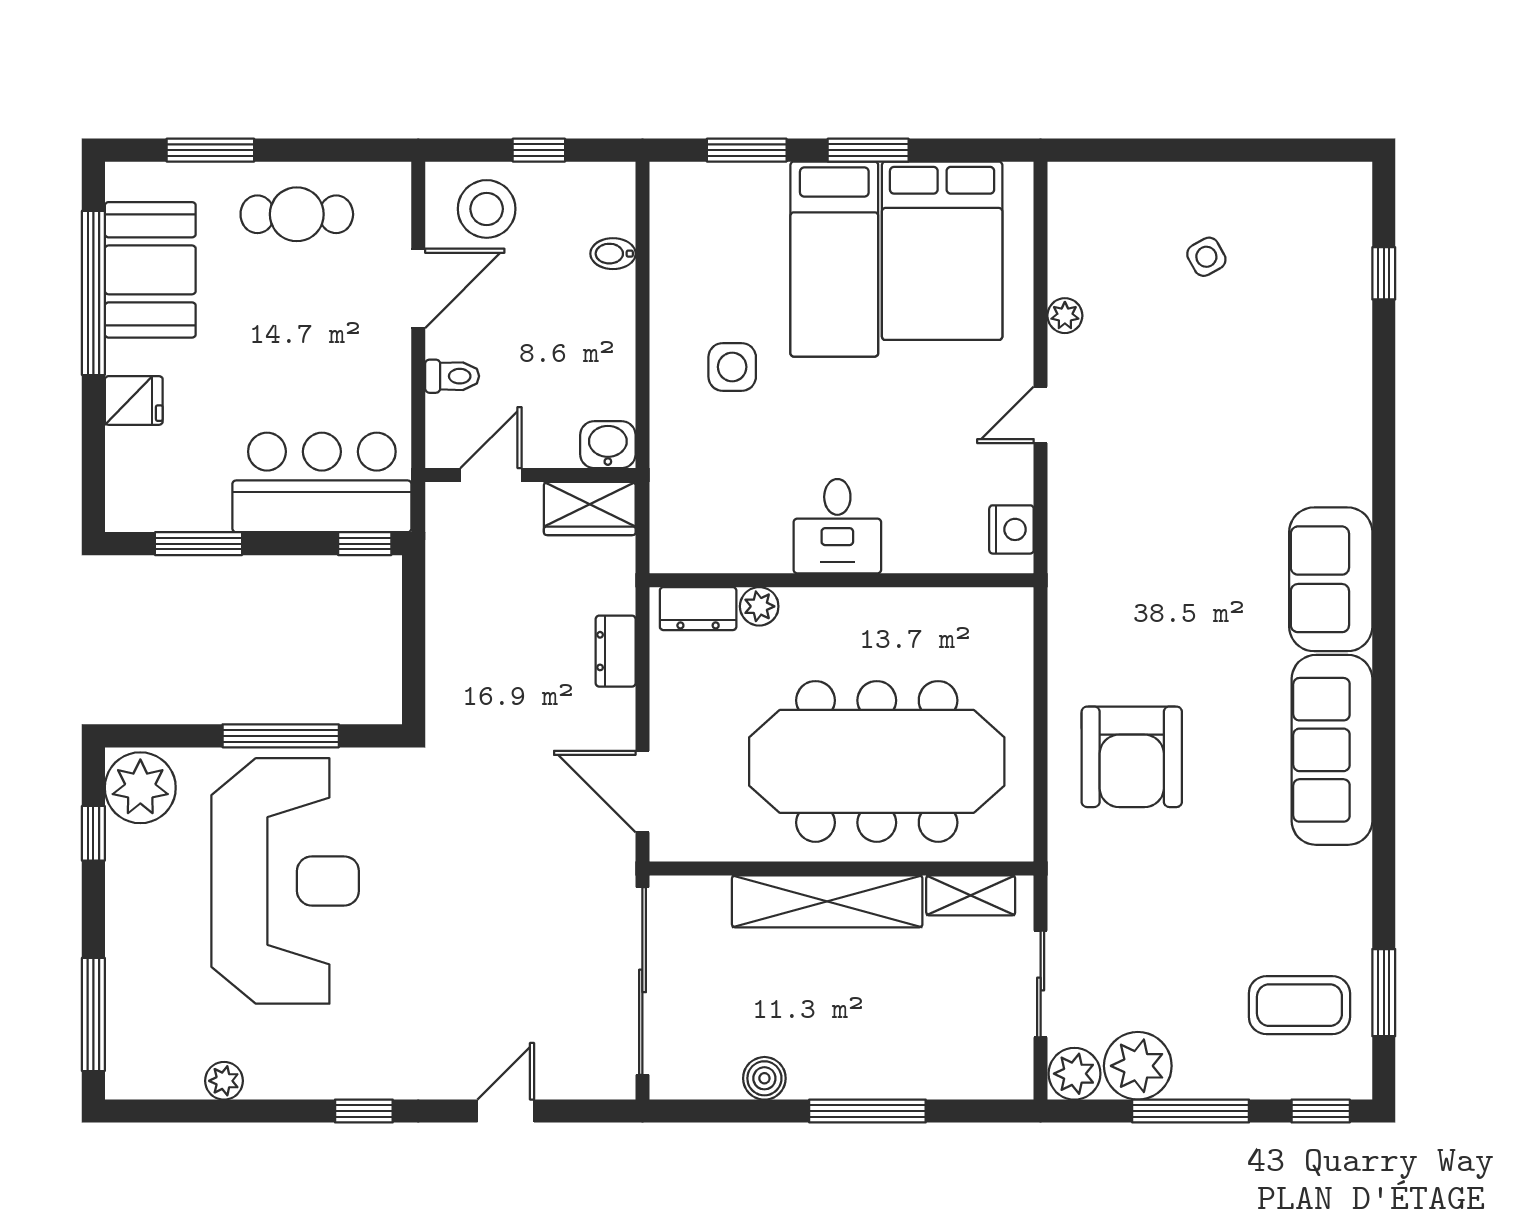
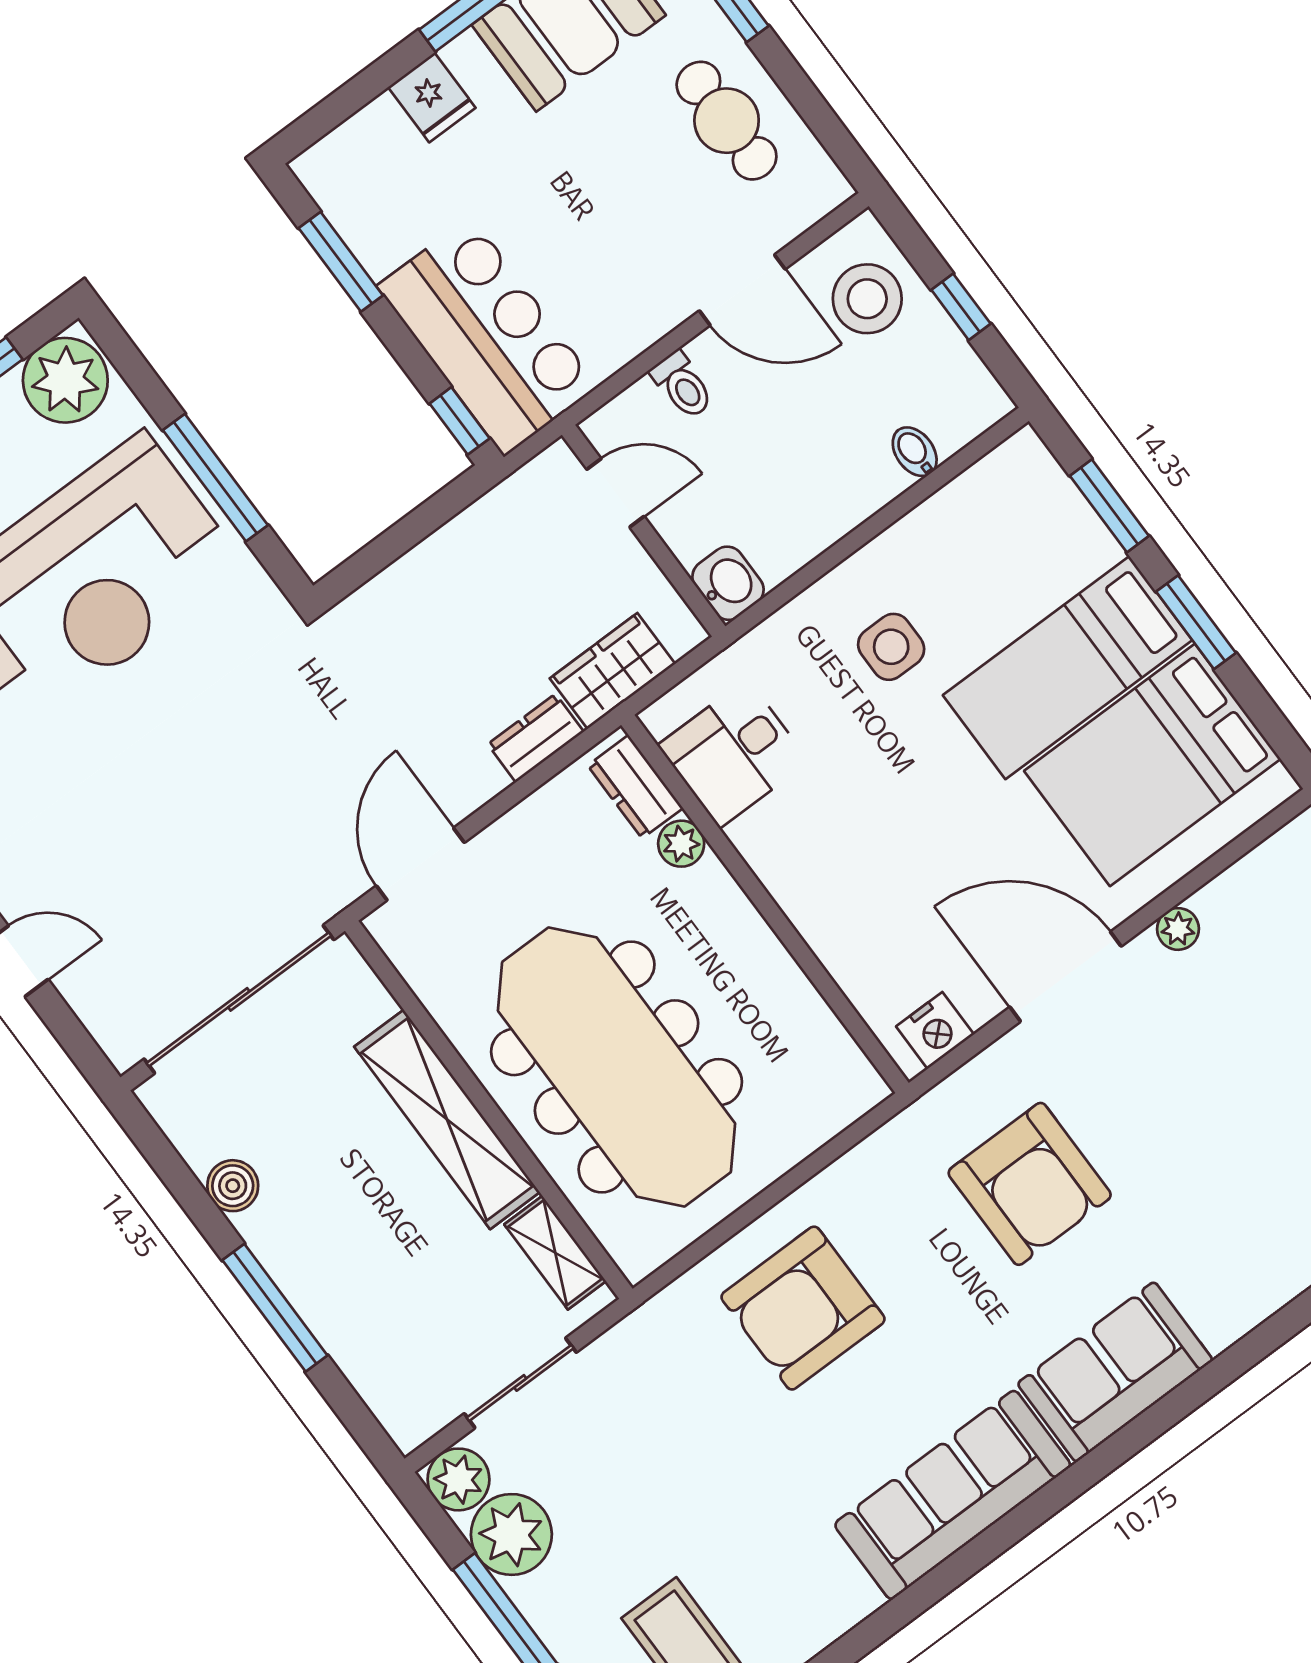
door: (1041, 415) -> (1065, 977), width x1.87
wardrobe: (590, 508) -> (612, 671), moved, turned 90
desk: (837, 526) -> (733, 753), moved
armchair: (1162, 543) -> (1030, 1184), added

